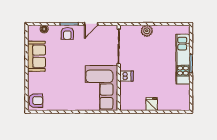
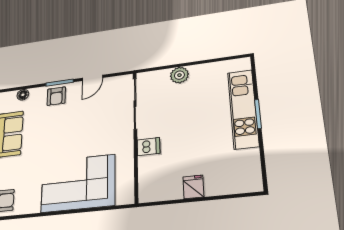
corner sofa: (101, 88) -> (78, 183), moved, turned 90

